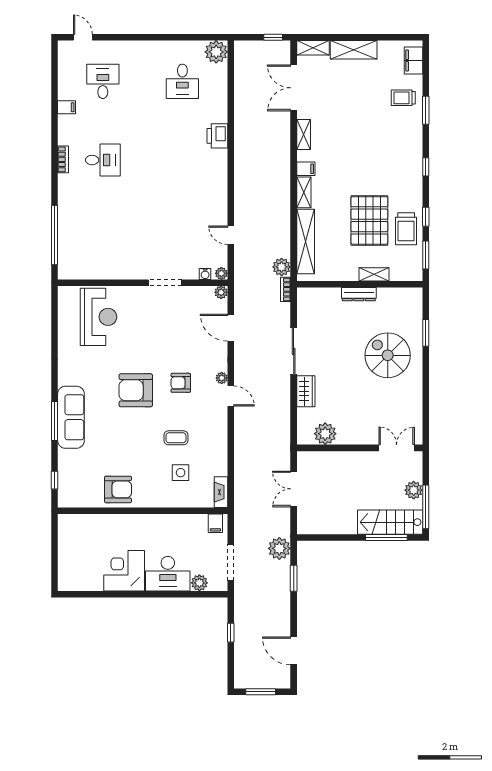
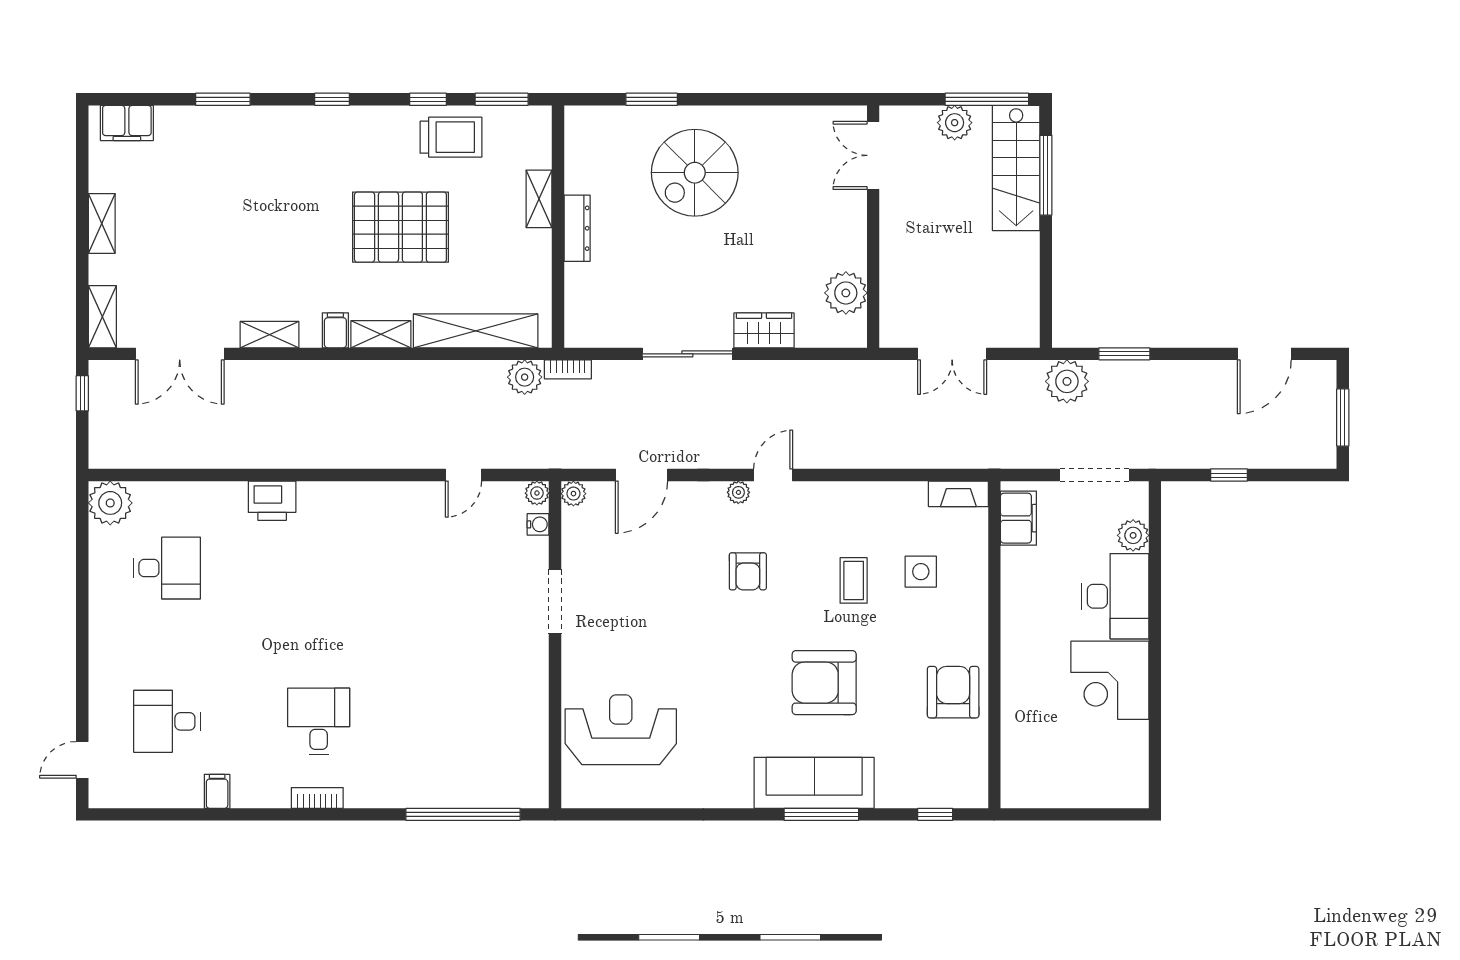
shelving: (354, 50) -> (102, 223), width x0.67, depth x0.75
trolley: (403, 98) -> (199, 143), removed
pallet: (369, 220) -> (400, 227), moved
armchair: (136, 390) -> (824, 683), moved, turned 90
filing cabinet: (215, 523) -> (1018, 518), width x2.00

